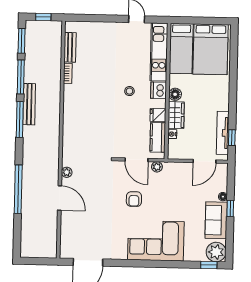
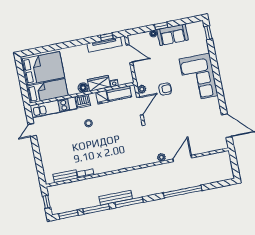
armchair: (134, 199) -> (165, 89), moved
plant: (216, 252) -> (197, 29), removed

